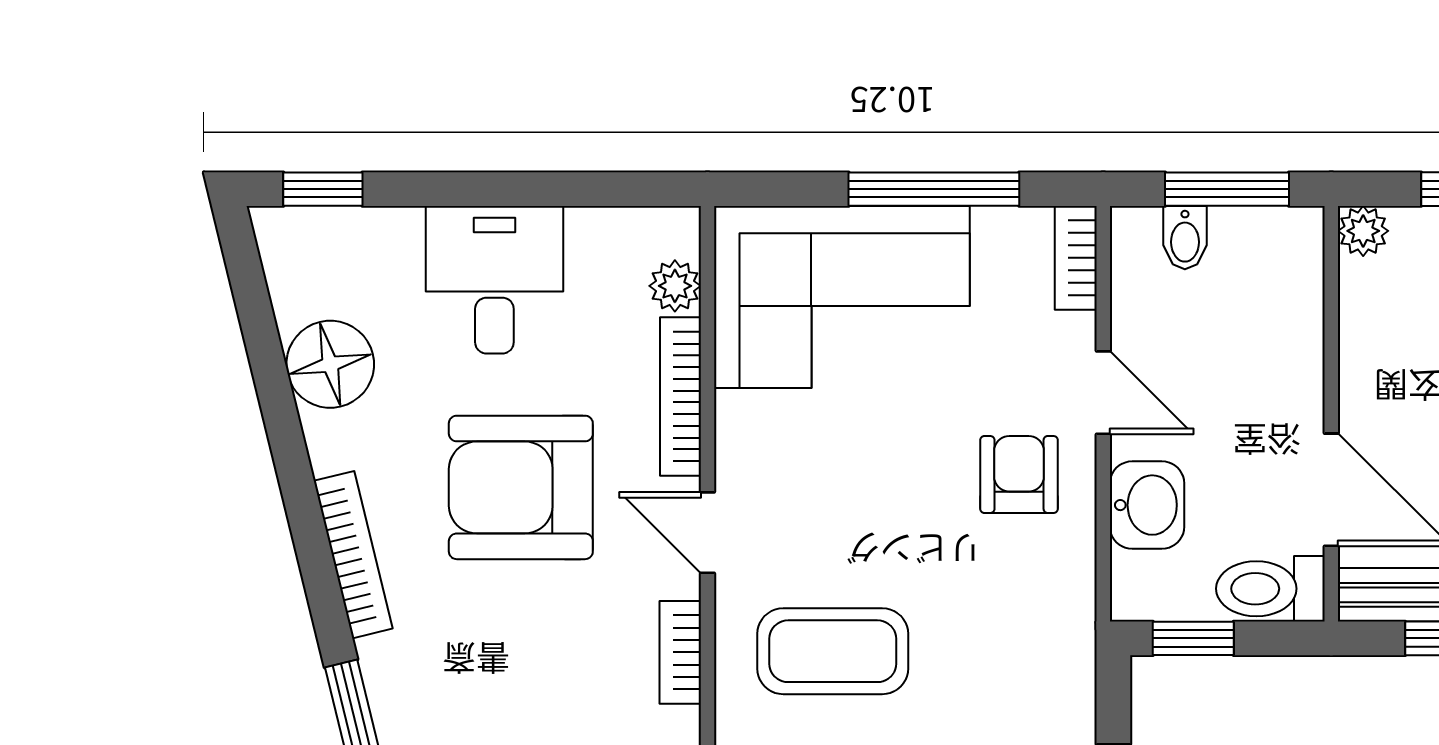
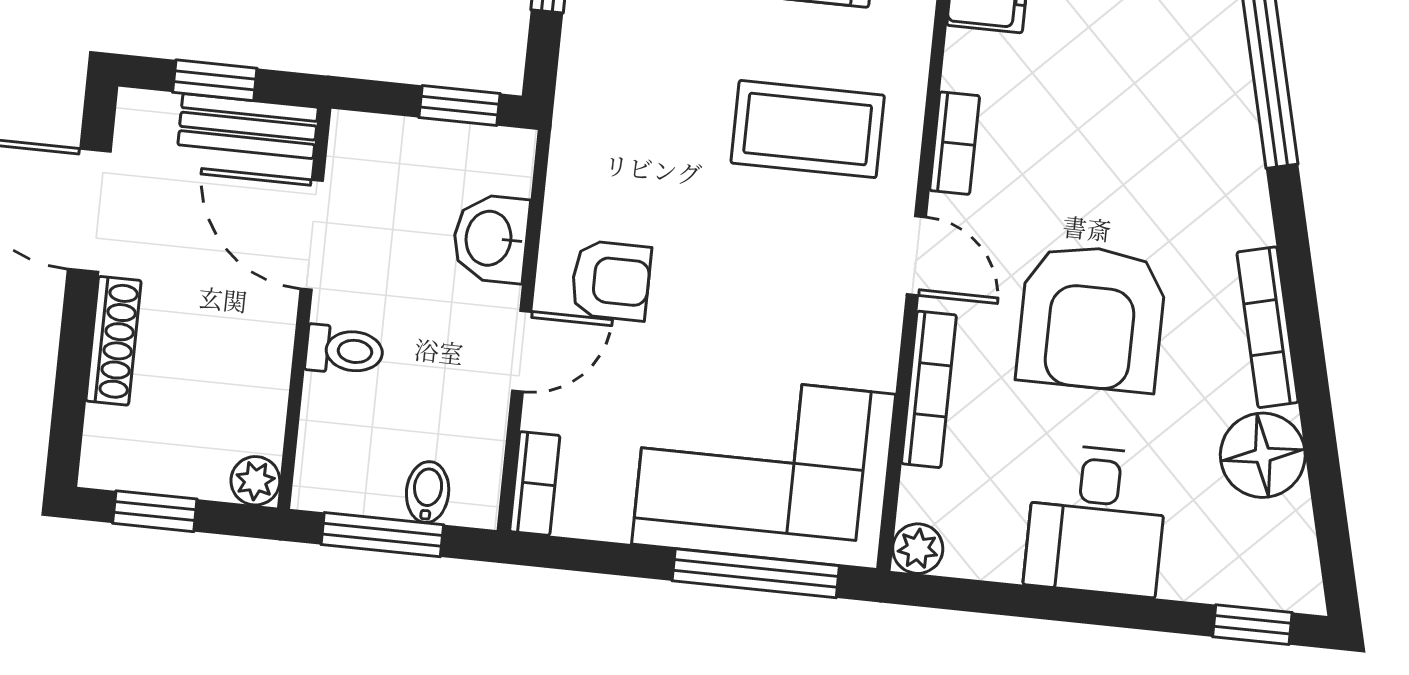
window: (934, 189) -> (756, 573), moved
plant: (675, 286) -> (918, 549), moved
door: (1103, 393) -> (522, 351), swing flipped
armchair: (1019, 475) -> (611, 281), turned -90
armchair: (521, 487) -> (1092, 318), turned 90
bookcase: (353, 555) -> (1268, 327), moved
toilet: (1270, 589) -> (344, 350), moved, width x0.73, depth x0.72

